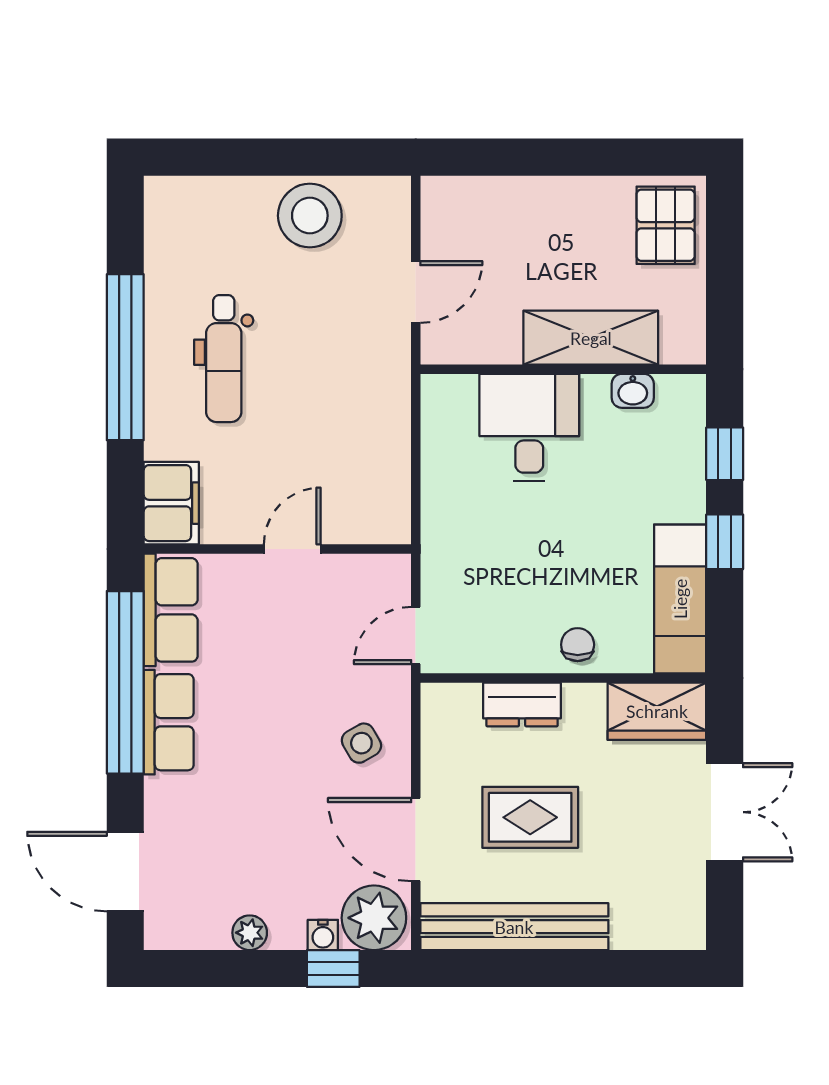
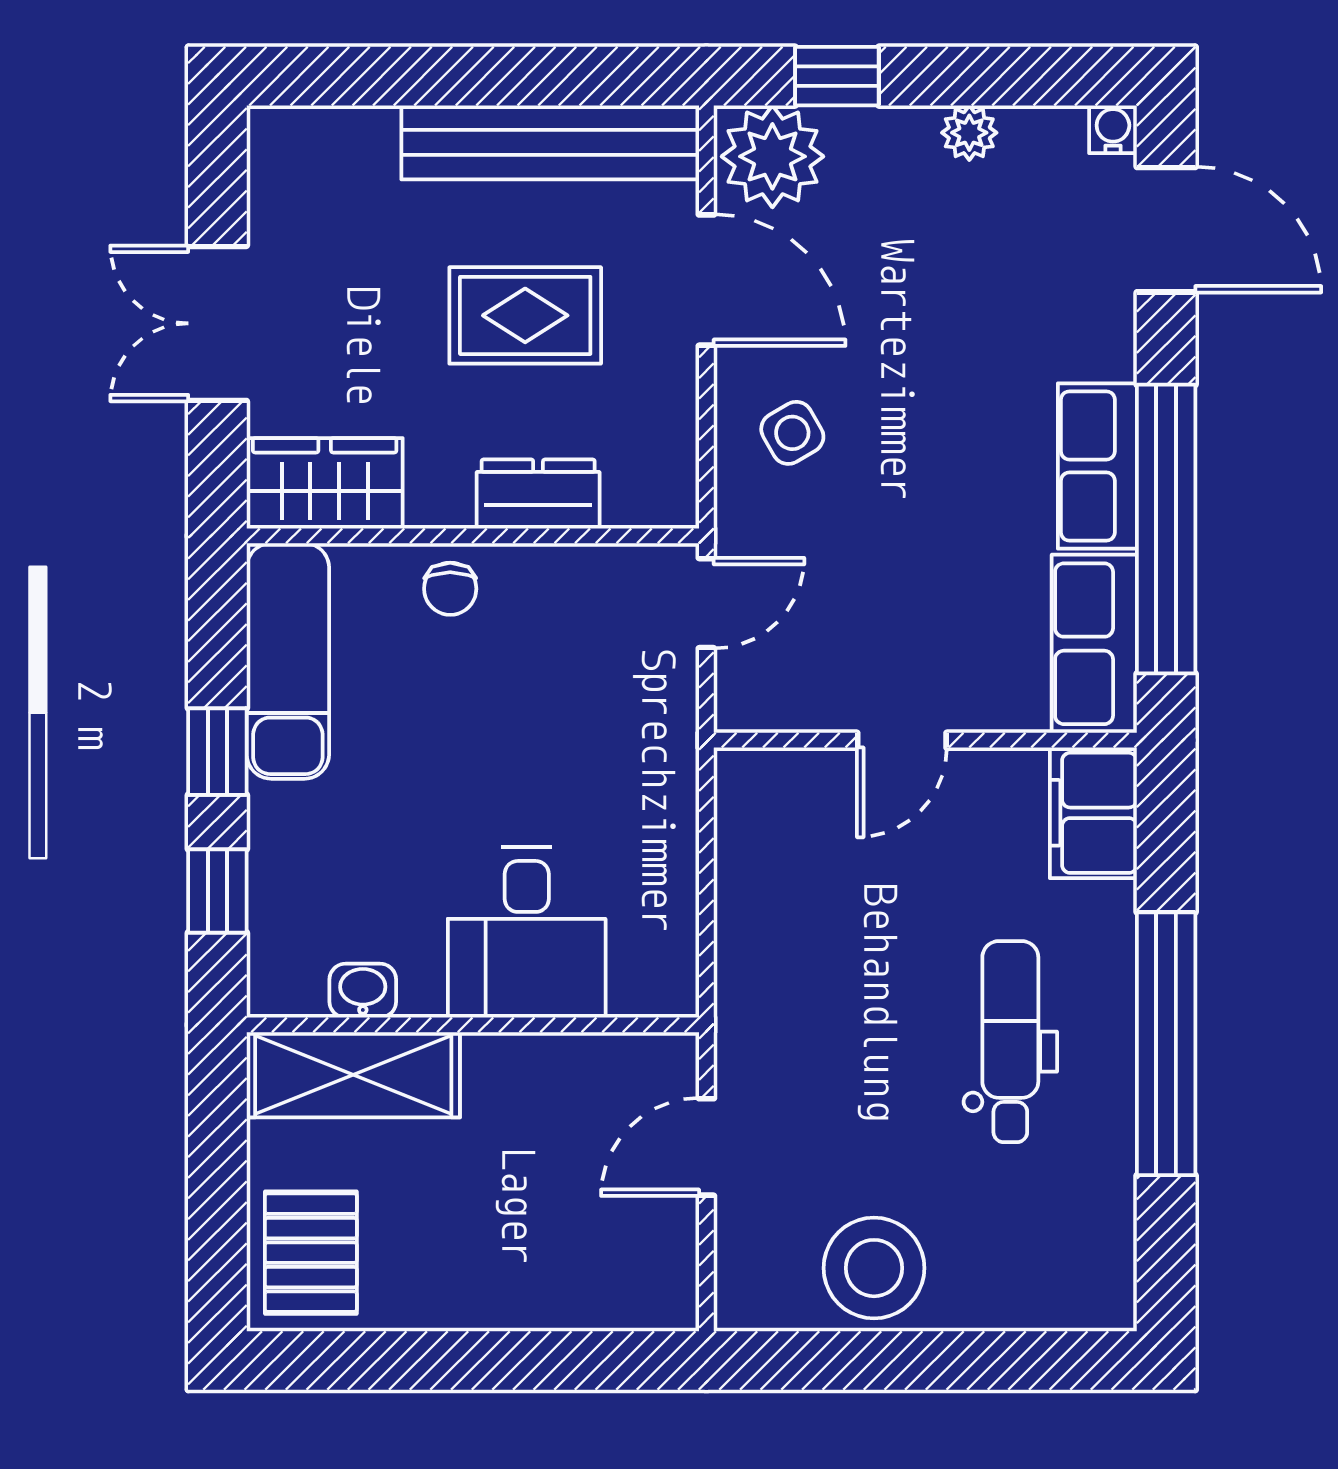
shelving: (591, 338) -> (353, 1075), moved
water cooler: (323, 935) -> (1113, 129), moved

